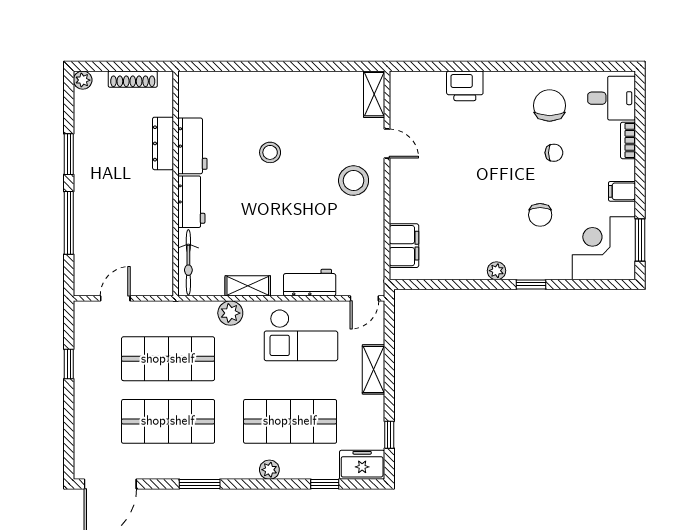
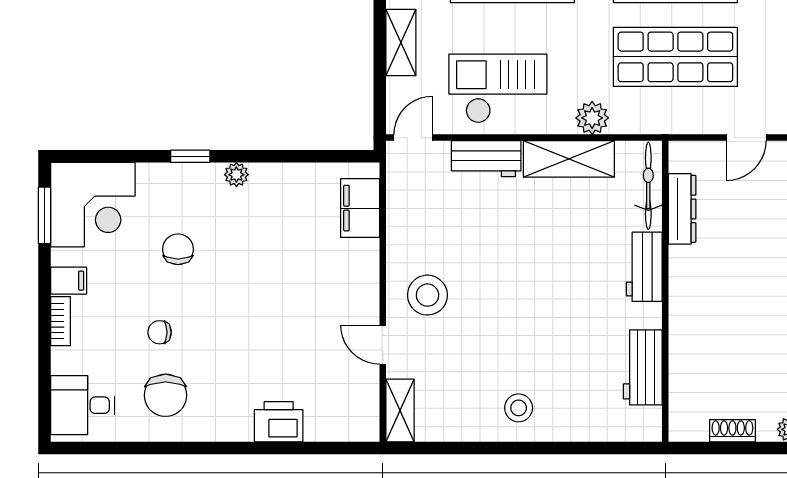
shoe rack: (133, 79) -> (732, 431), width x0.70
bookcase: (628, 140) -> (61, 321), moved
dresser: (163, 143) -> (682, 209), moved
workbench: (192, 146) -> (643, 367), moved
stool: (270, 152) -> (519, 408), moved
shelving: (248, 286) -> (569, 159), width x1.50, depth x1.33

